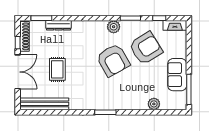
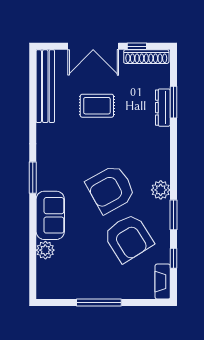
window: (41, 18) -> (174, 102), moved
sofa: (177, 75) -> (50, 215), moved, turned 90
window: (189, 89) -> (99, 302), moved

